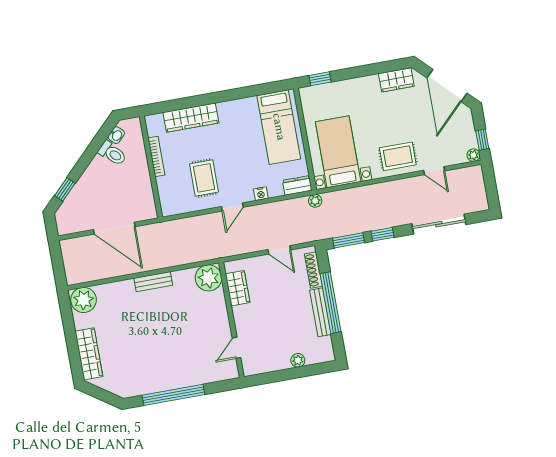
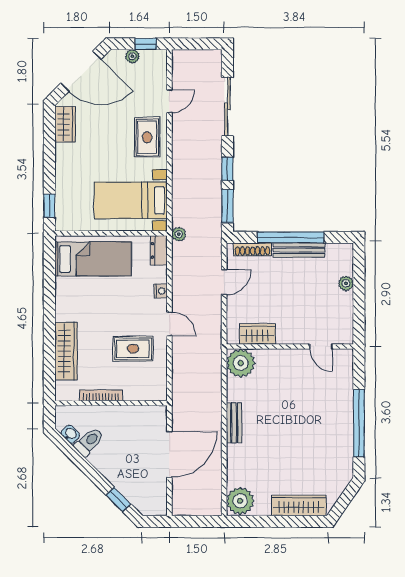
plant: (473, 155) -> (132, 56), moved

